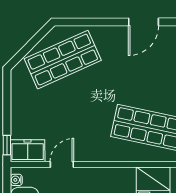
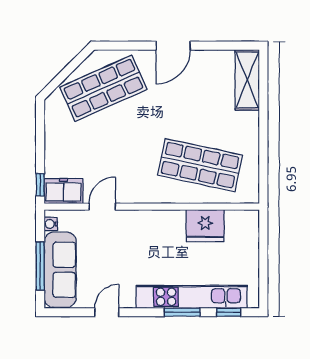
door: (143, 22) -> (173, 46), moved

